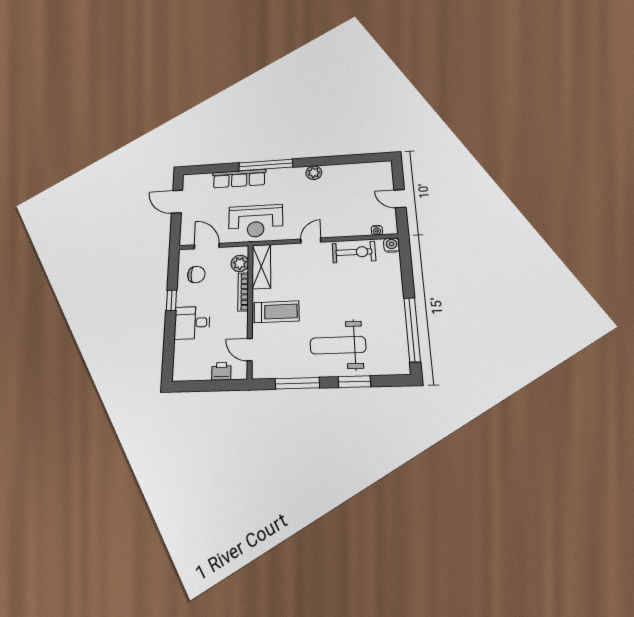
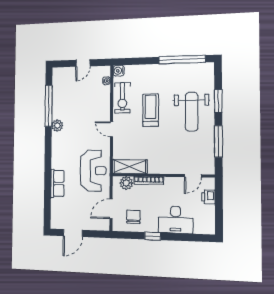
window: (266, 165) -> (49, 106), moved
row of seats: (239, 179) -> (57, 183), width x0.68
exercise bike: (354, 252) -> (122, 98), turned 180
treadmill: (276, 312) -> (151, 110), moved
desk: (192, 323) -> (176, 220), width x1.37

